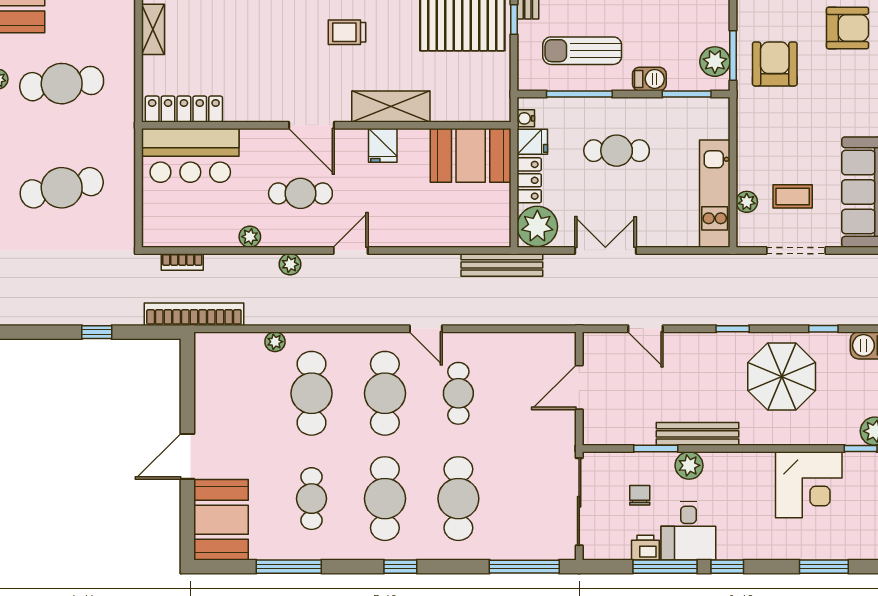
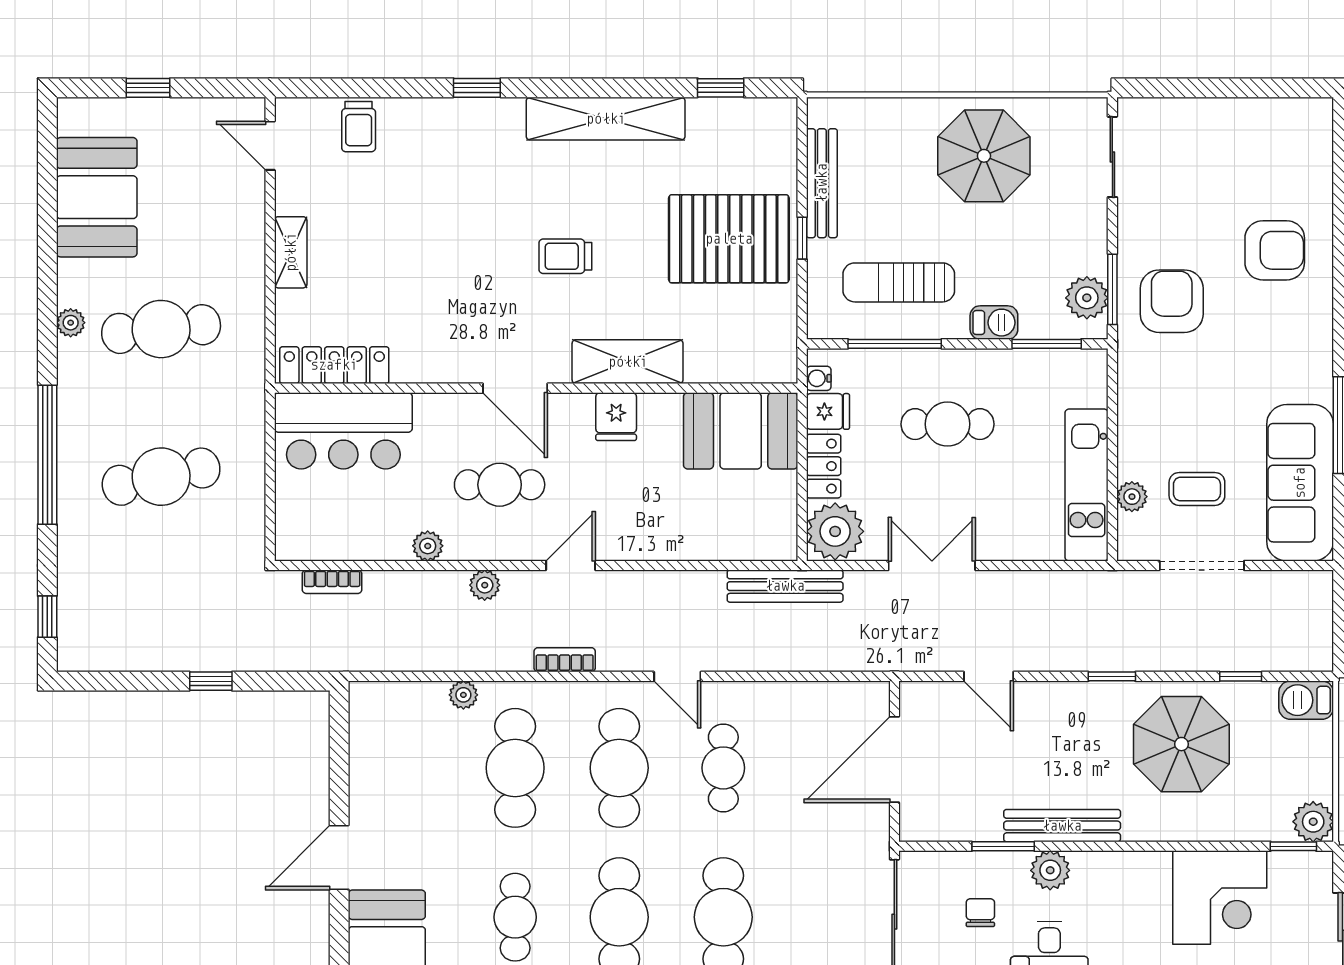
bookcase: (194, 314) -> (565, 660), moved, width x0.43, depth x0.76
door: (579, 387) -> (894, 759), width x1.36

